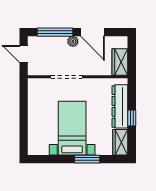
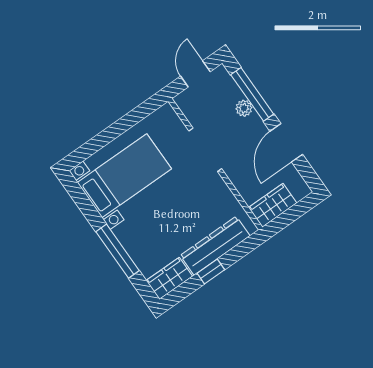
plant: (73, 41) -> (244, 108), moved
bed with nightstands: (72, 128) -> (124, 176), moved
window: (87, 159) -> (118, 251), width x1.44

